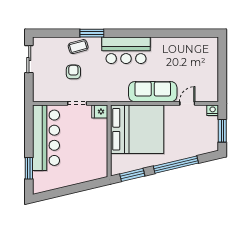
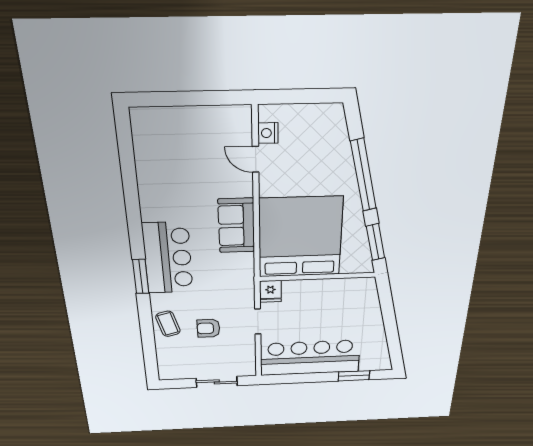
window: (92, 33) -> (141, 276), moved
sliding door: (29, 59) -> (217, 382), moved
sofa: (153, 92) -> (236, 226), width x0.73
nightstand: (213, 110) -> (268, 133), moved
window: (222, 131) -> (306, 96), removed

